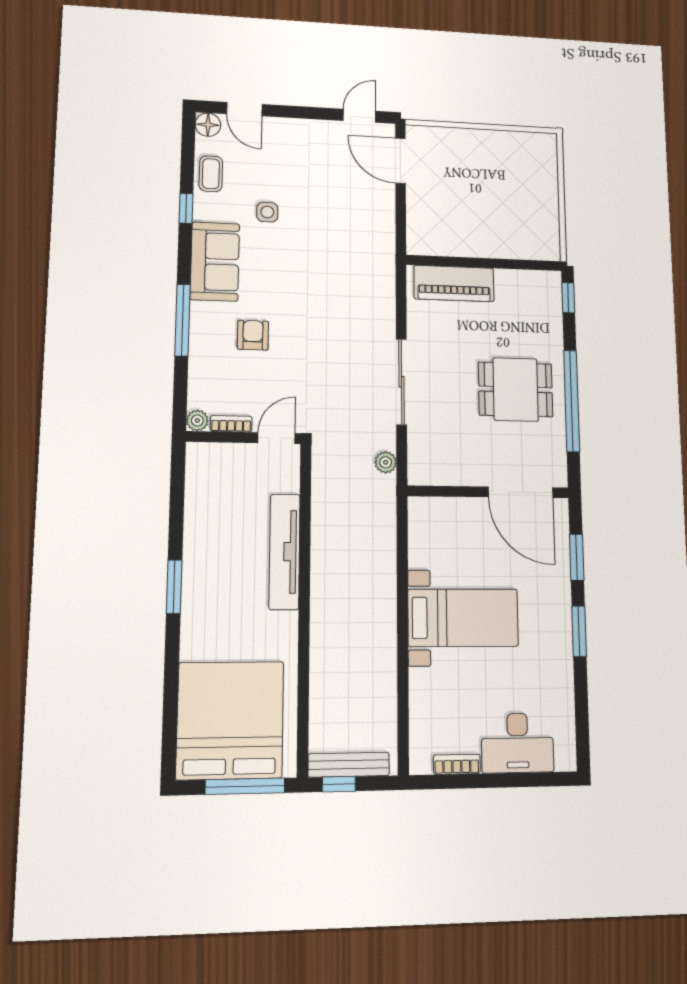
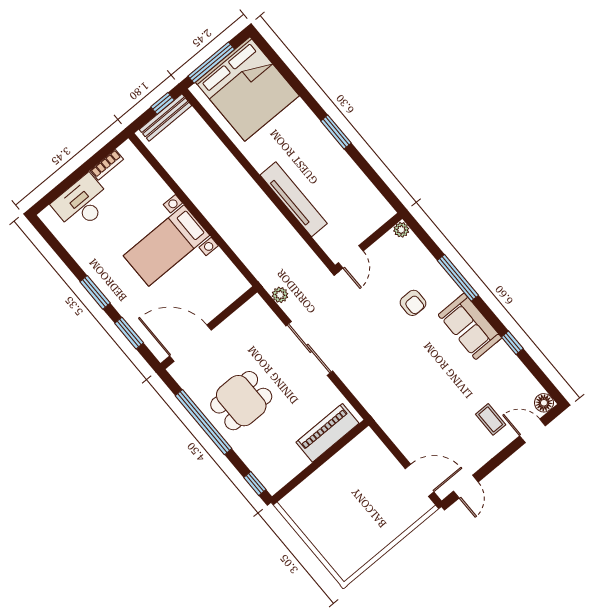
coffee table: (211, 174) -> (491, 419), moved
side table: (267, 212) -> (467, 381), removed
bookcase: (231, 424) -> (382, 244), removed

